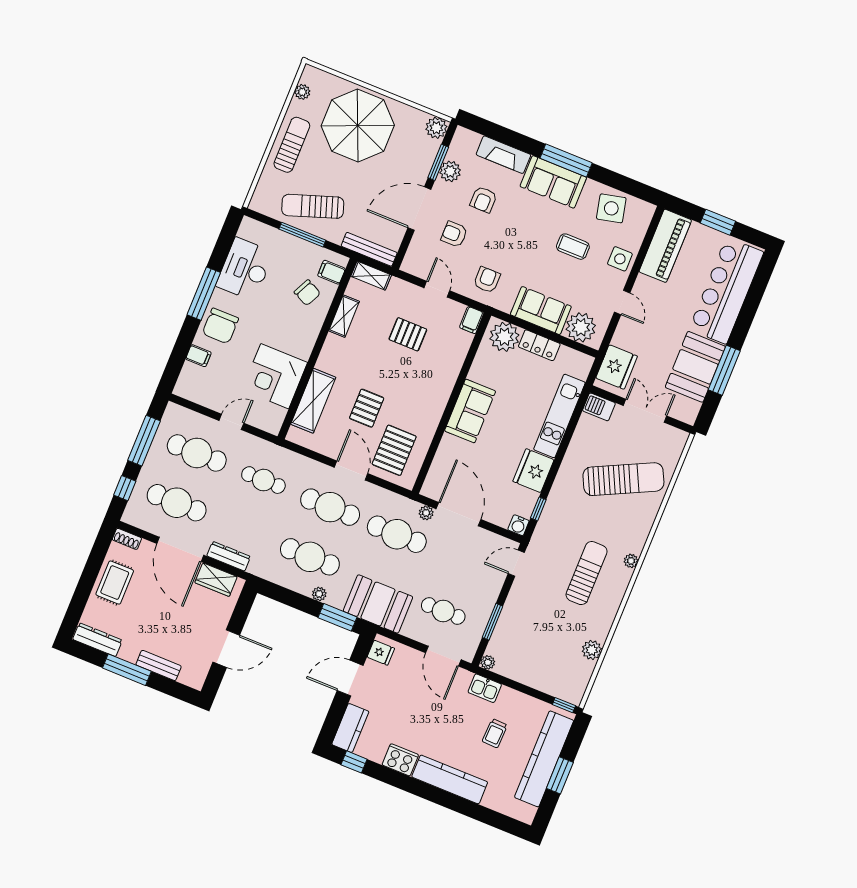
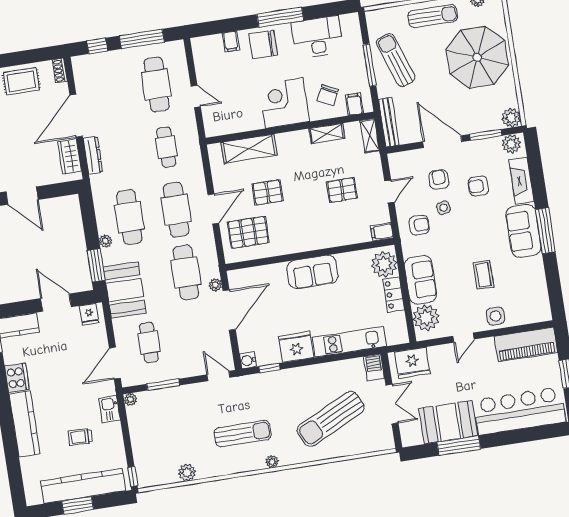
plant: (450, 171) -> (511, 144), moved
side table: (611, 208) -> (443, 208), moved, width x0.54, depth x0.54
pallet: (408, 334) -> (342, 190), turned 90
corner desk: (275, 376) -> (284, 103), moved
sun lounger: (623, 479) -> (331, 419), turned 90
cafe table: (177, 503) -> (110, 92), removed

